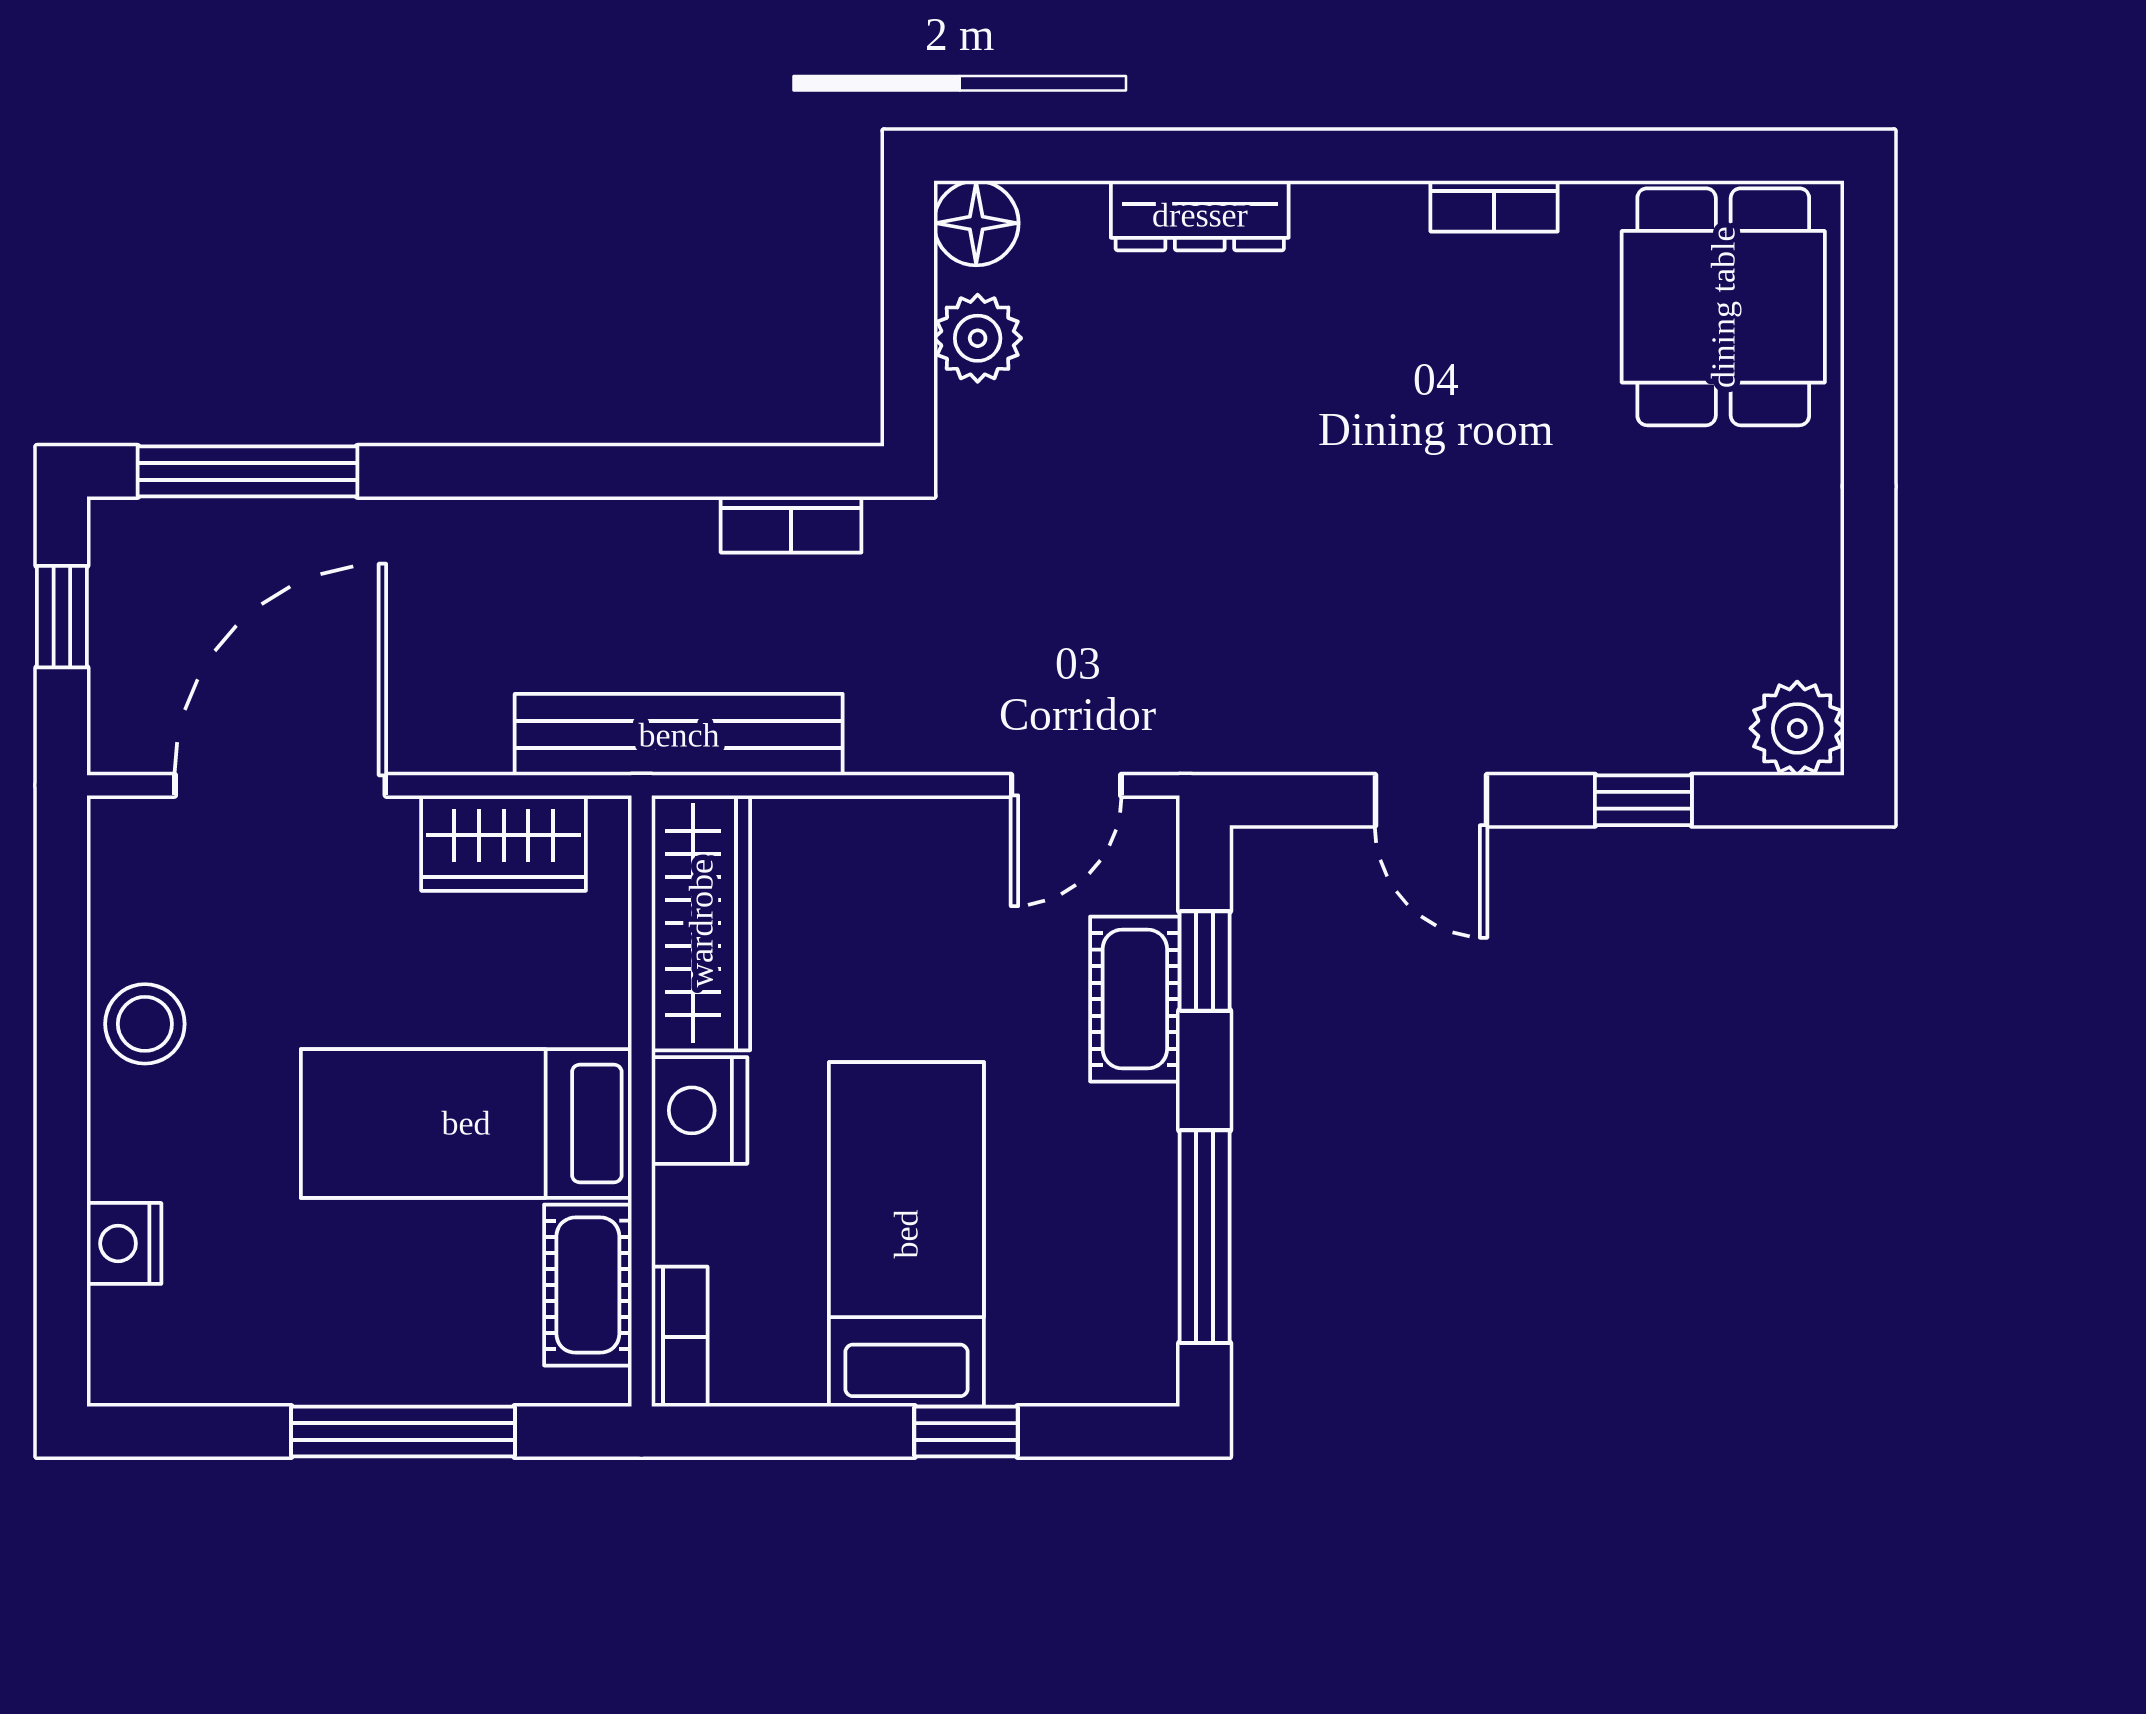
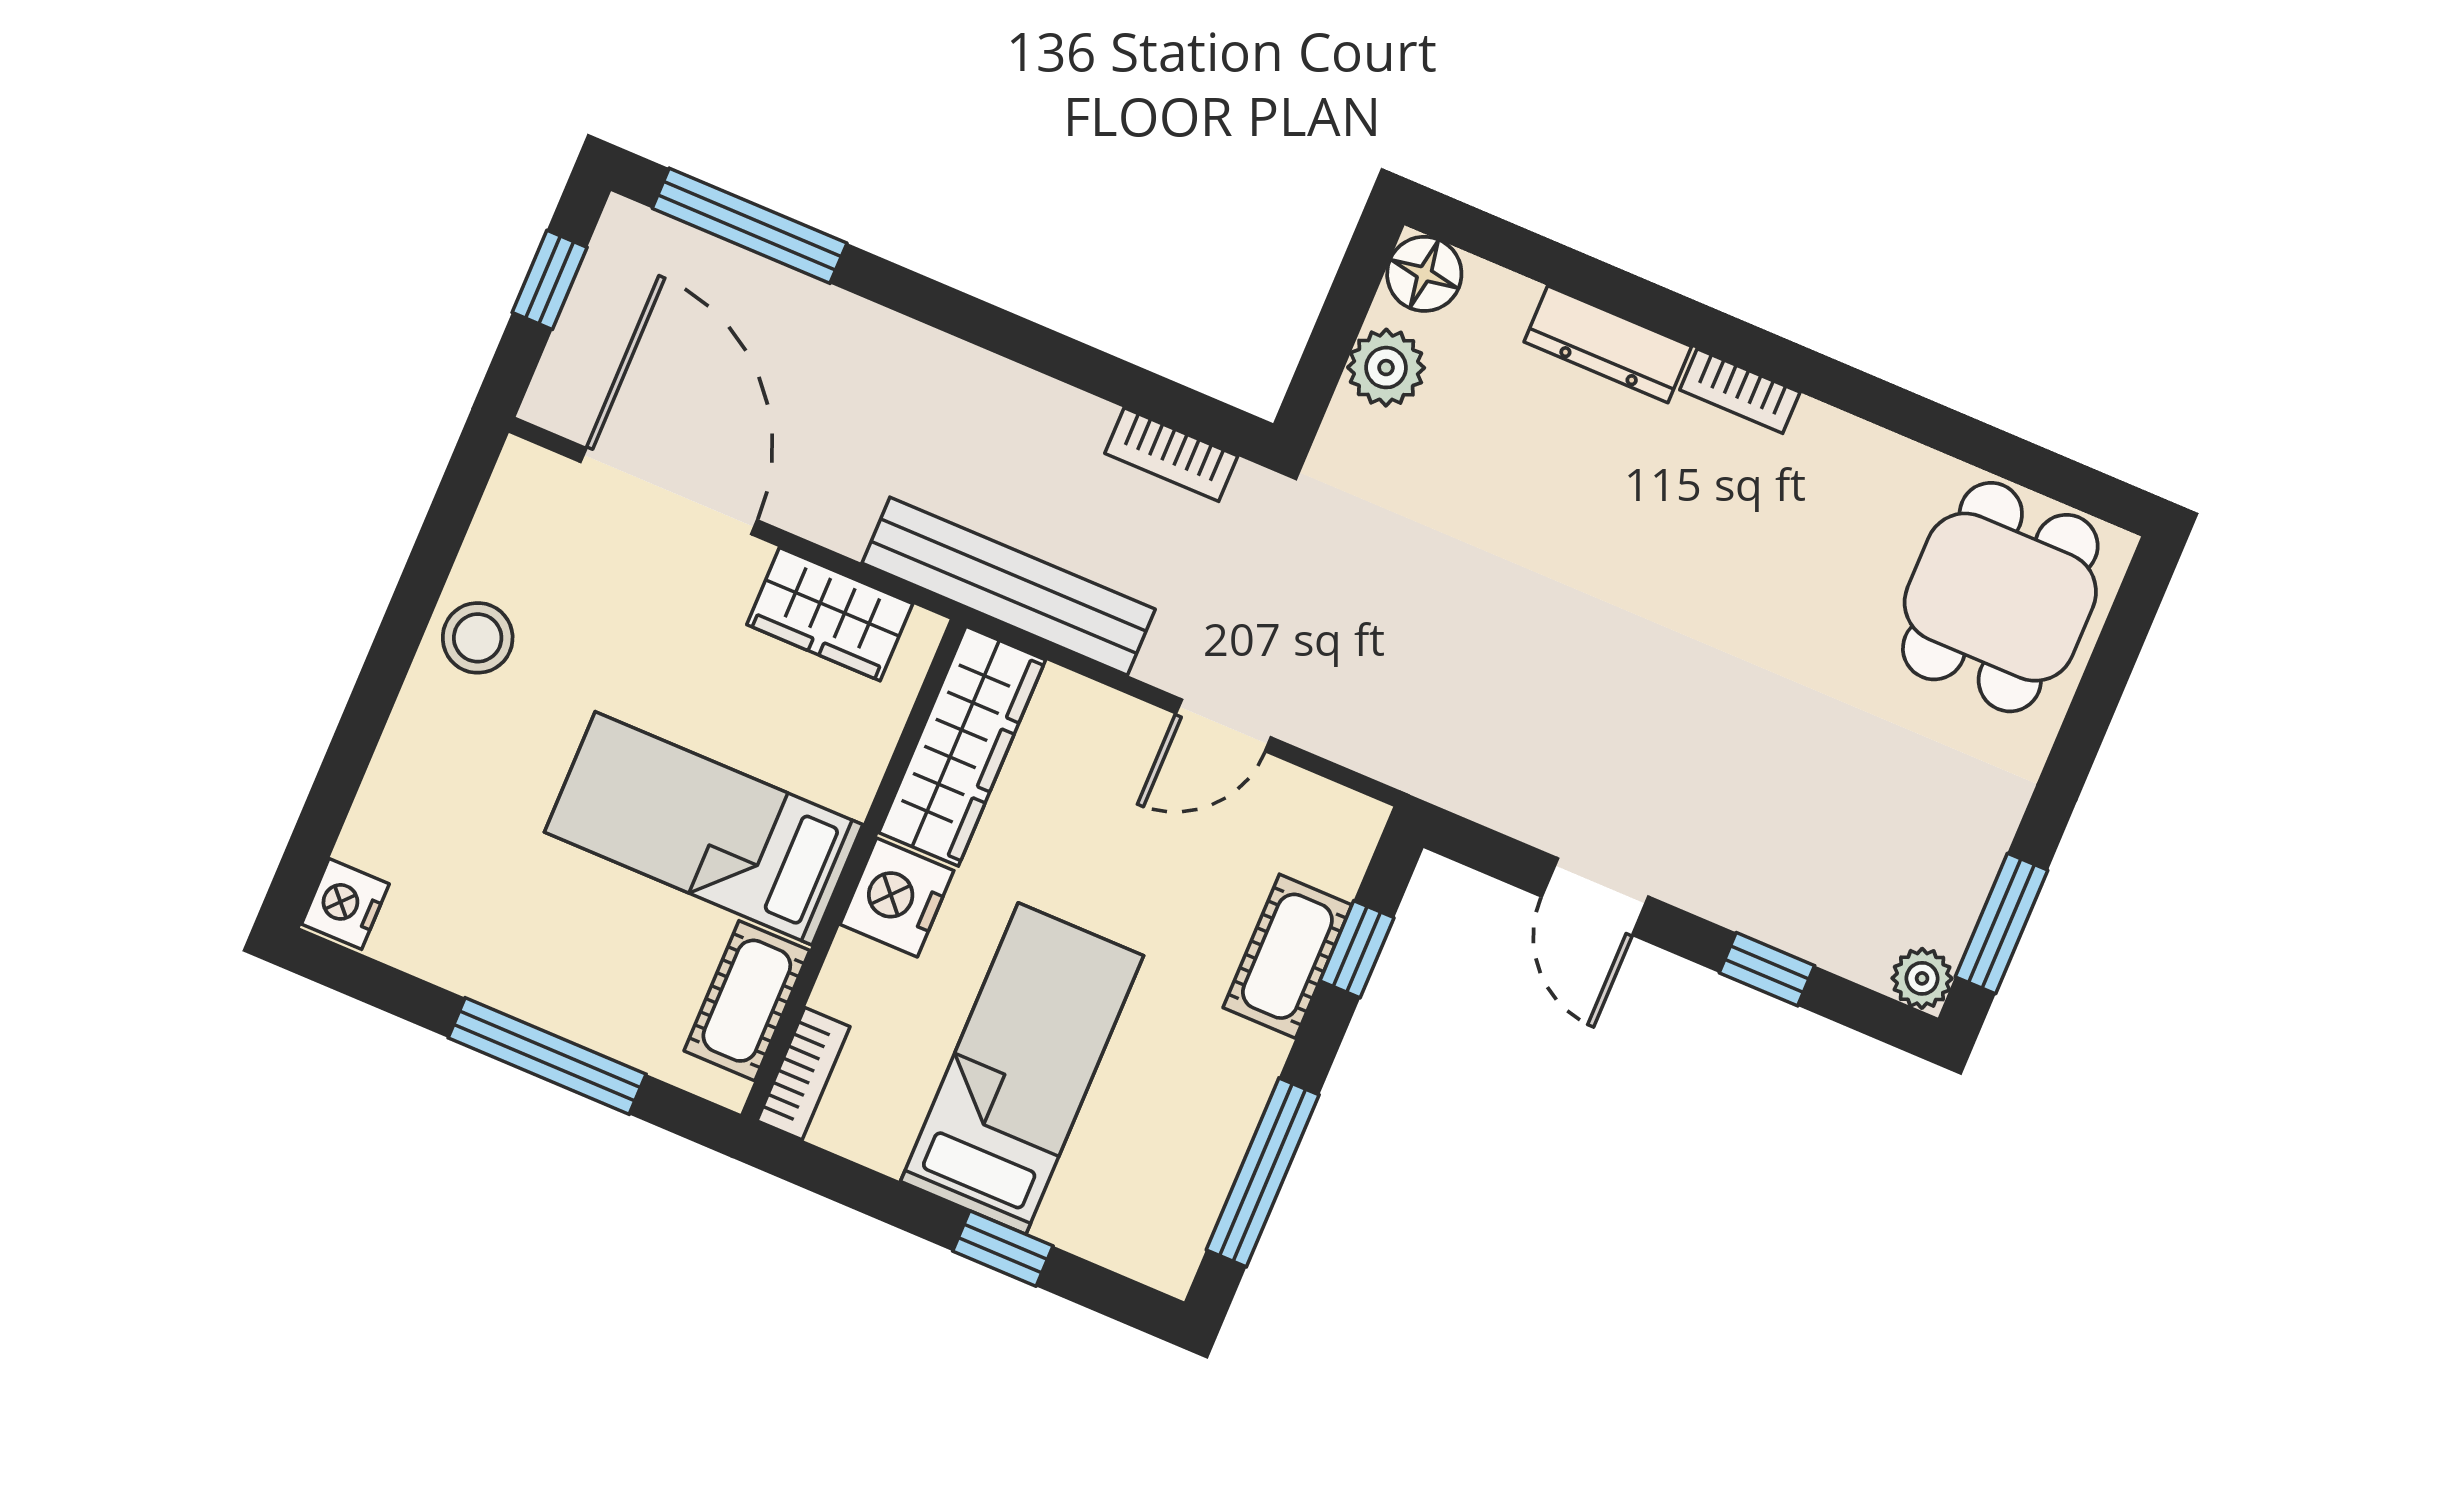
bookcase: (1494, 206) -> (1740, 391), moved
window: (1869, 648) -> (2002, 924), added
plant: (1797, 728) -> (1922, 978), width x0.73, depth x0.73
door: (280, 785) -> (669, 491), hinge flipped
door: (1066, 785) -> (1223, 725), moved
nightstand: (124, 1243) -> (345, 904), moved

